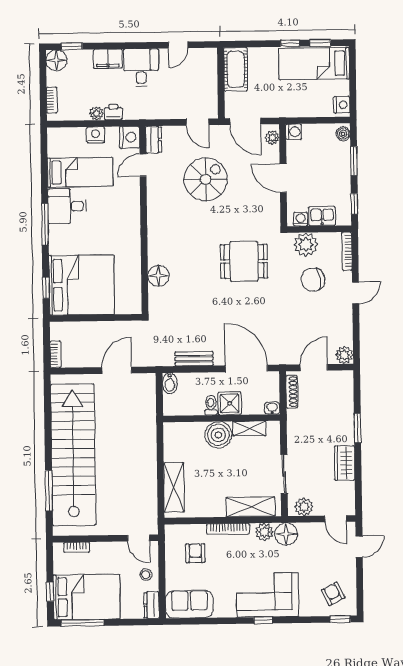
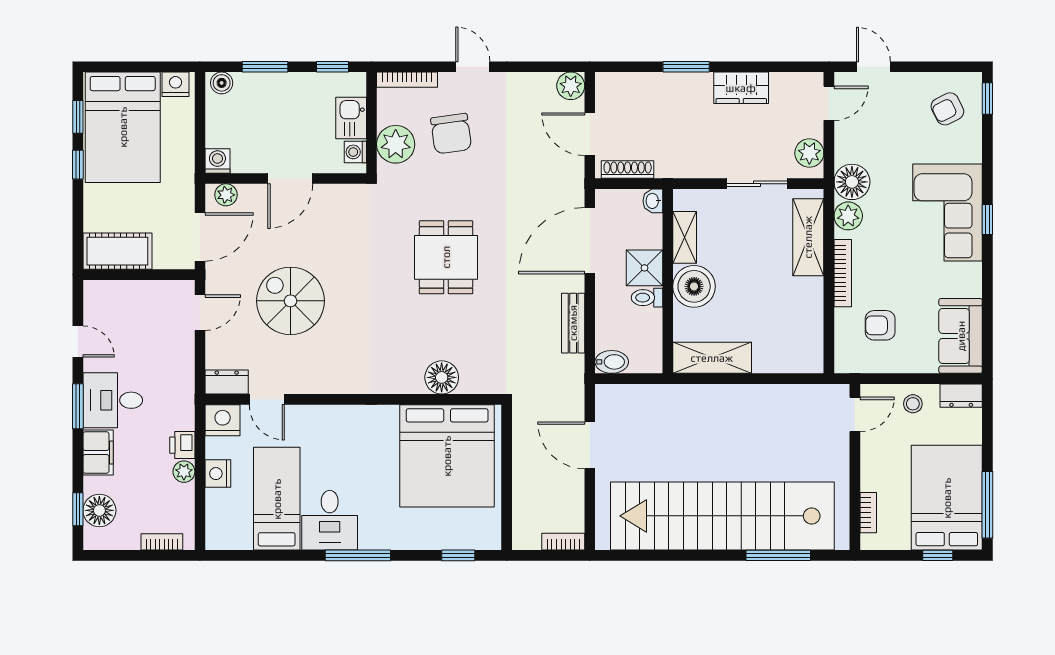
window: (137, 46) -> (78, 406), added
floor lamp: (56, 60) -> (99, 510), moved
bed: (314, 64) -> (123, 127), width x1.50
dining table: (244, 261) -> (446, 257), moved
bed: (82, 285) -> (447, 456), moved, turned 180
shelving: (174, 487) -> (712, 358), moved

